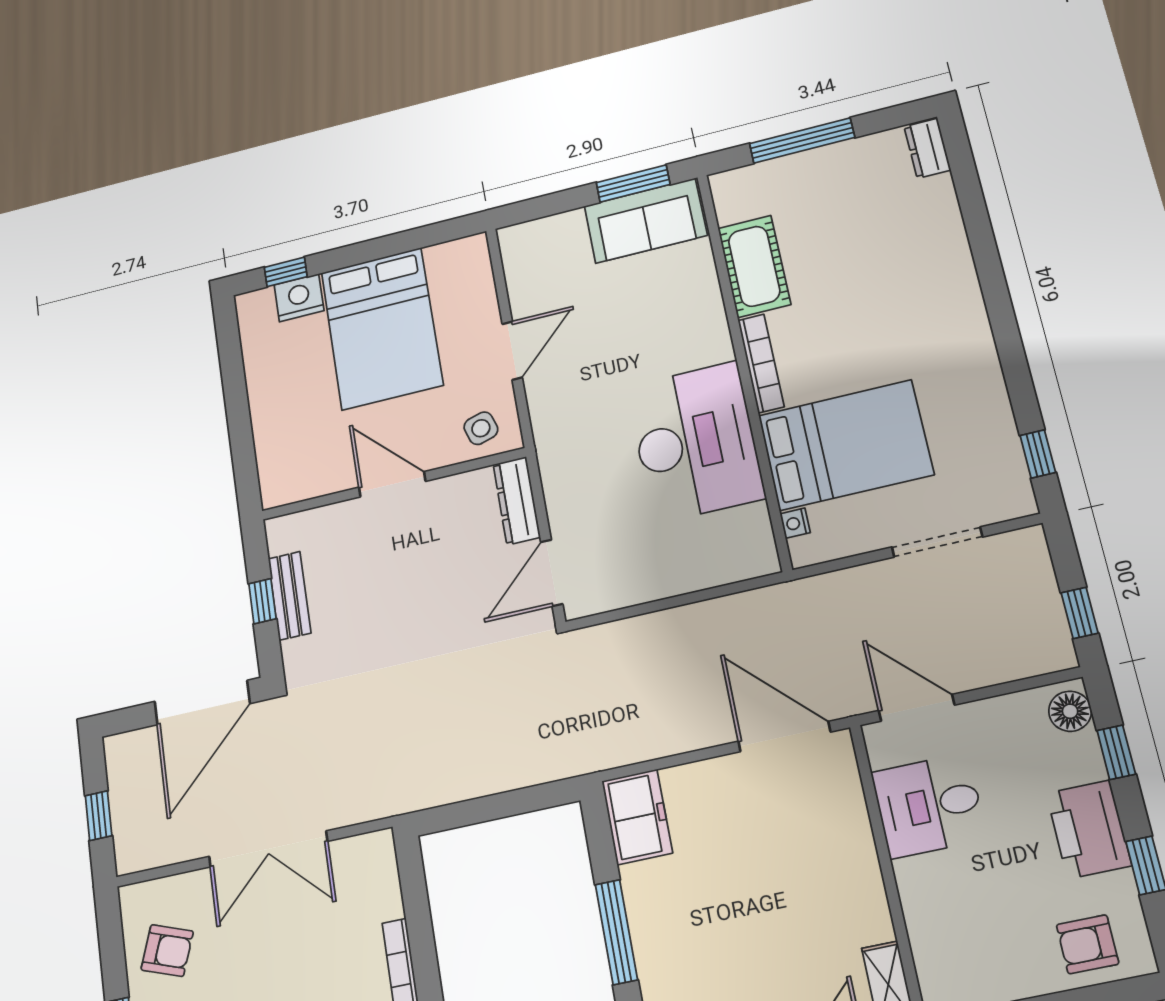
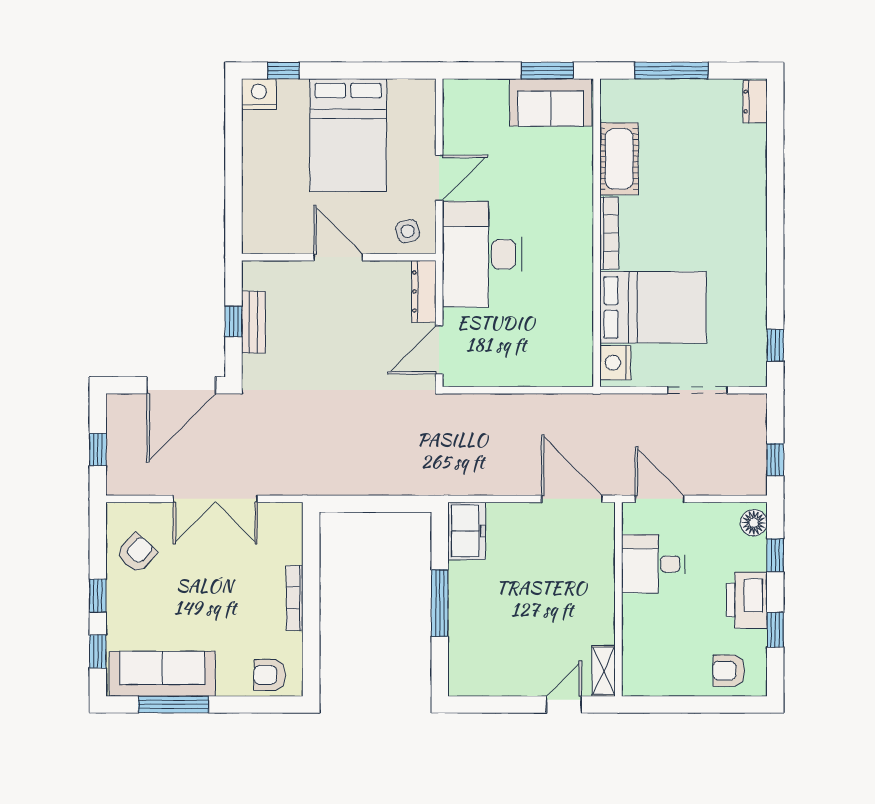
nightstand: (299, 298) -> (259, 94), moved
desk: (695, 442) -> (482, 254), moved, turned 180
nightstand: (795, 523) -> (615, 363), width x1.89, depth x1.79
armchair: (167, 951) -> (137, 553), turned -67

